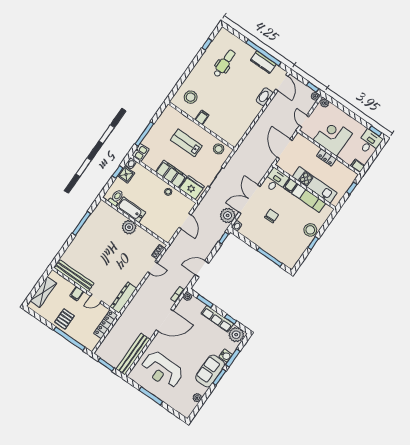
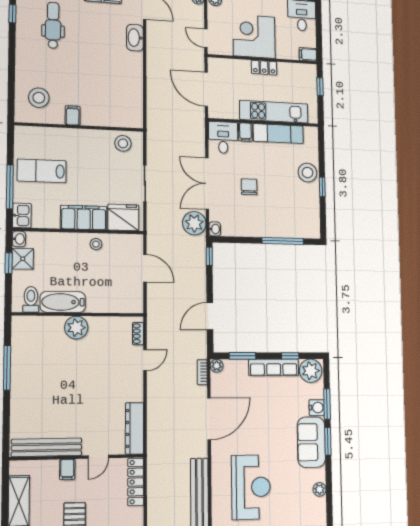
lab bench: (186, 143) -> (42, 171), moved
reception desk: (162, 370) -> (251, 487), turned -90

